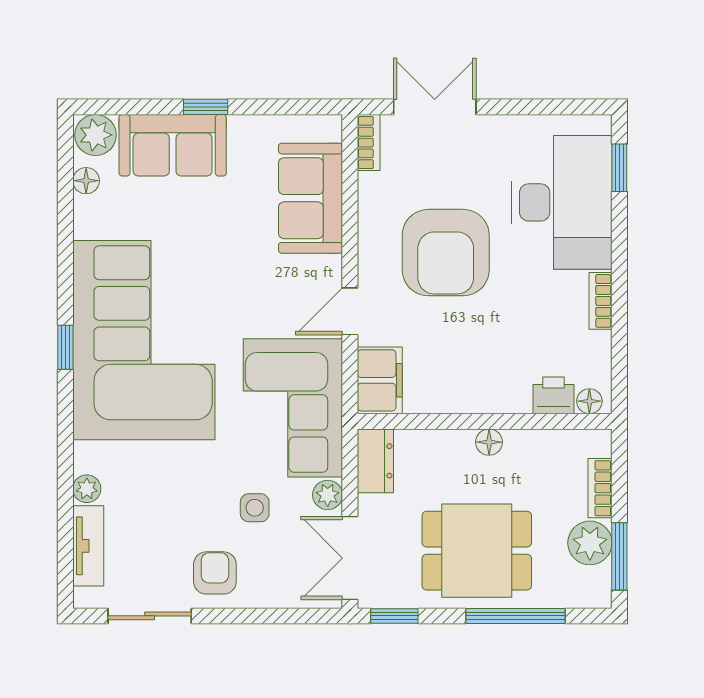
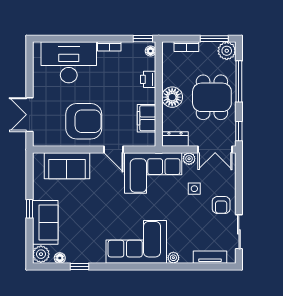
bookcase: (369, 143) -> (44, 142), removed
window: (619, 168) -> (143, 39), moved
armchair: (446, 253) -> (84, 121), moved
corner sofa: (144, 340) -> (136, 242), width x0.73, depth x0.74
window: (65, 347) -> (79, 267), moved
filing cabinet: (380, 380) -> (147, 118), moved, turned -90
printer: (553, 395) -> (148, 79), moved
floor lamp: (489, 442) -> (172, 97), width x1.89, depth x1.89
plant: (87, 489) -> (173, 258), moved
plant: (590, 543) -> (227, 51), moved
armchair: (215, 573) -> (221, 205), turned -90

